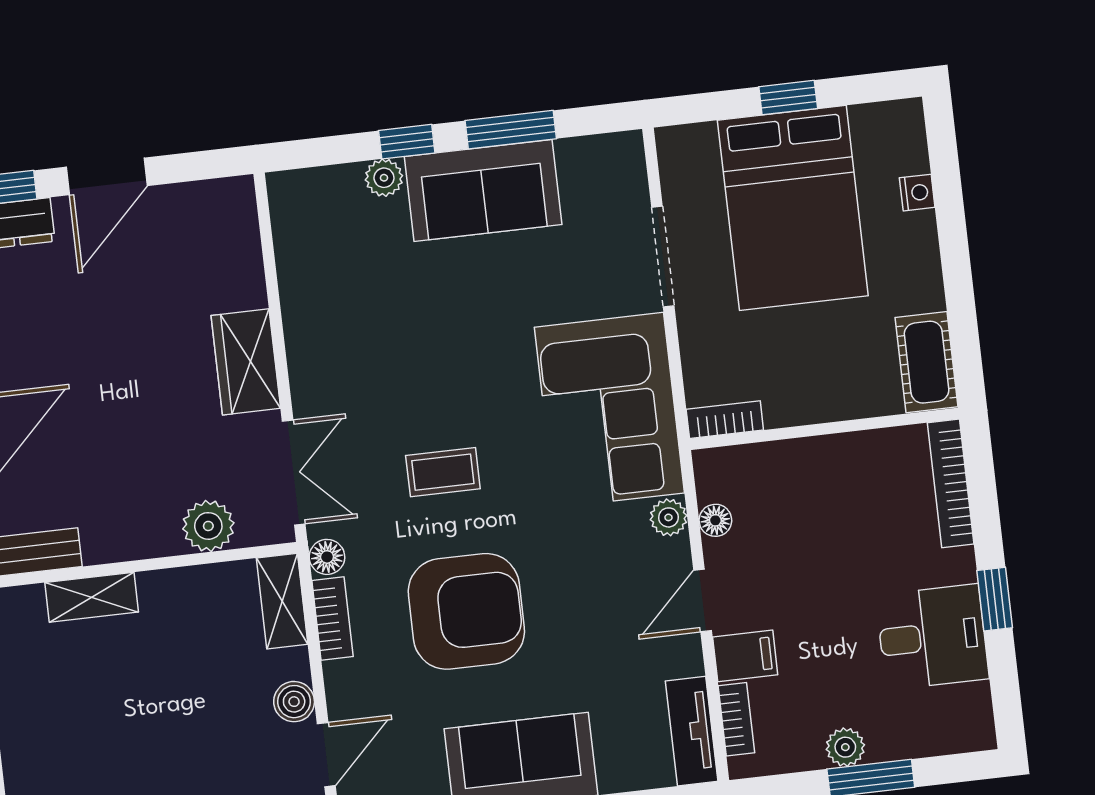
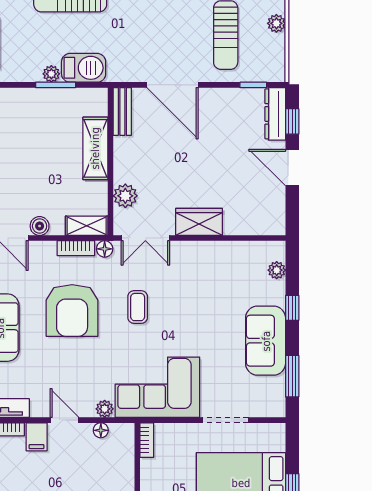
window: (511, 130) -> (292, 376), moved
plant: (384, 178) -> (277, 270), moved
shelving: (92, 597) -> (95, 148), width x1.50, depth x1.33

